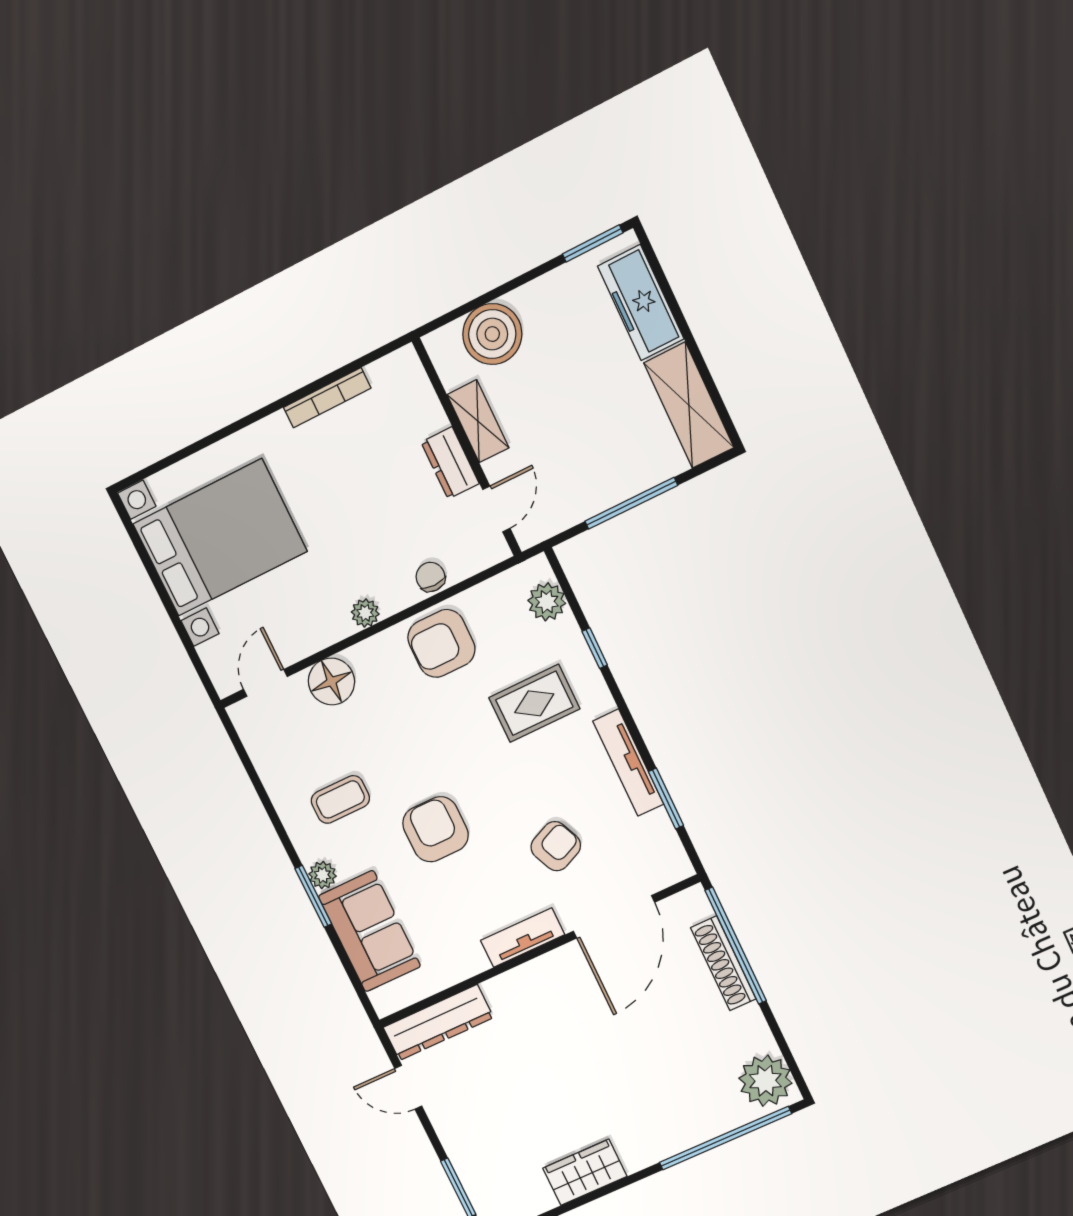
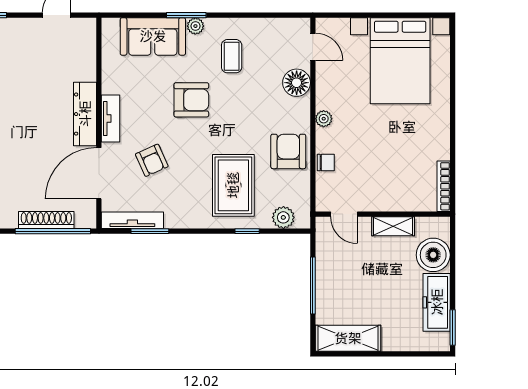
freezer: (641, 303) -> (437, 302), moved, turned -90
bookcase: (327, 398) -> (444, 186), moved
dresser: (450, 463) -> (379, 202), removed
rug: (534, 703) -> (233, 185), width x1.36, depth x1.43
tv unit: (628, 763) -> (132, 220), moved
door: (614, 917) -> (99, 173), hinge flipped
dresser: (438, 1023) -> (85, 114), moved

